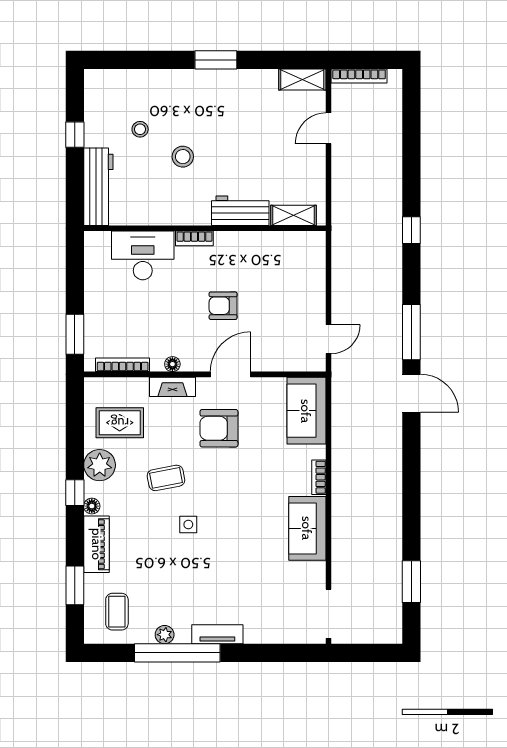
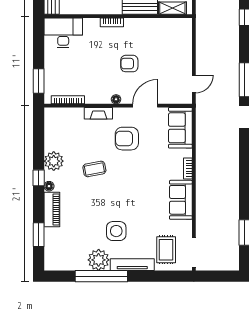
desk: (143, 255) -> (63, 33), moved
floor lamp: (172, 364) -> (116, 99), moved
door: (230, 374) -> (145, 106), moved
rug: (120, 423) -> (166, 250), moved, turned 90
side table: (188, 524) -> (116, 231), moved, width x1.87, depth x1.87
coffee table: (117, 612) -> (64, 251), removed
tv unit: (217, 634) -> (132, 265), width x1.41
plant: (165, 635) -> (99, 260), width x1.87, depth x1.87

